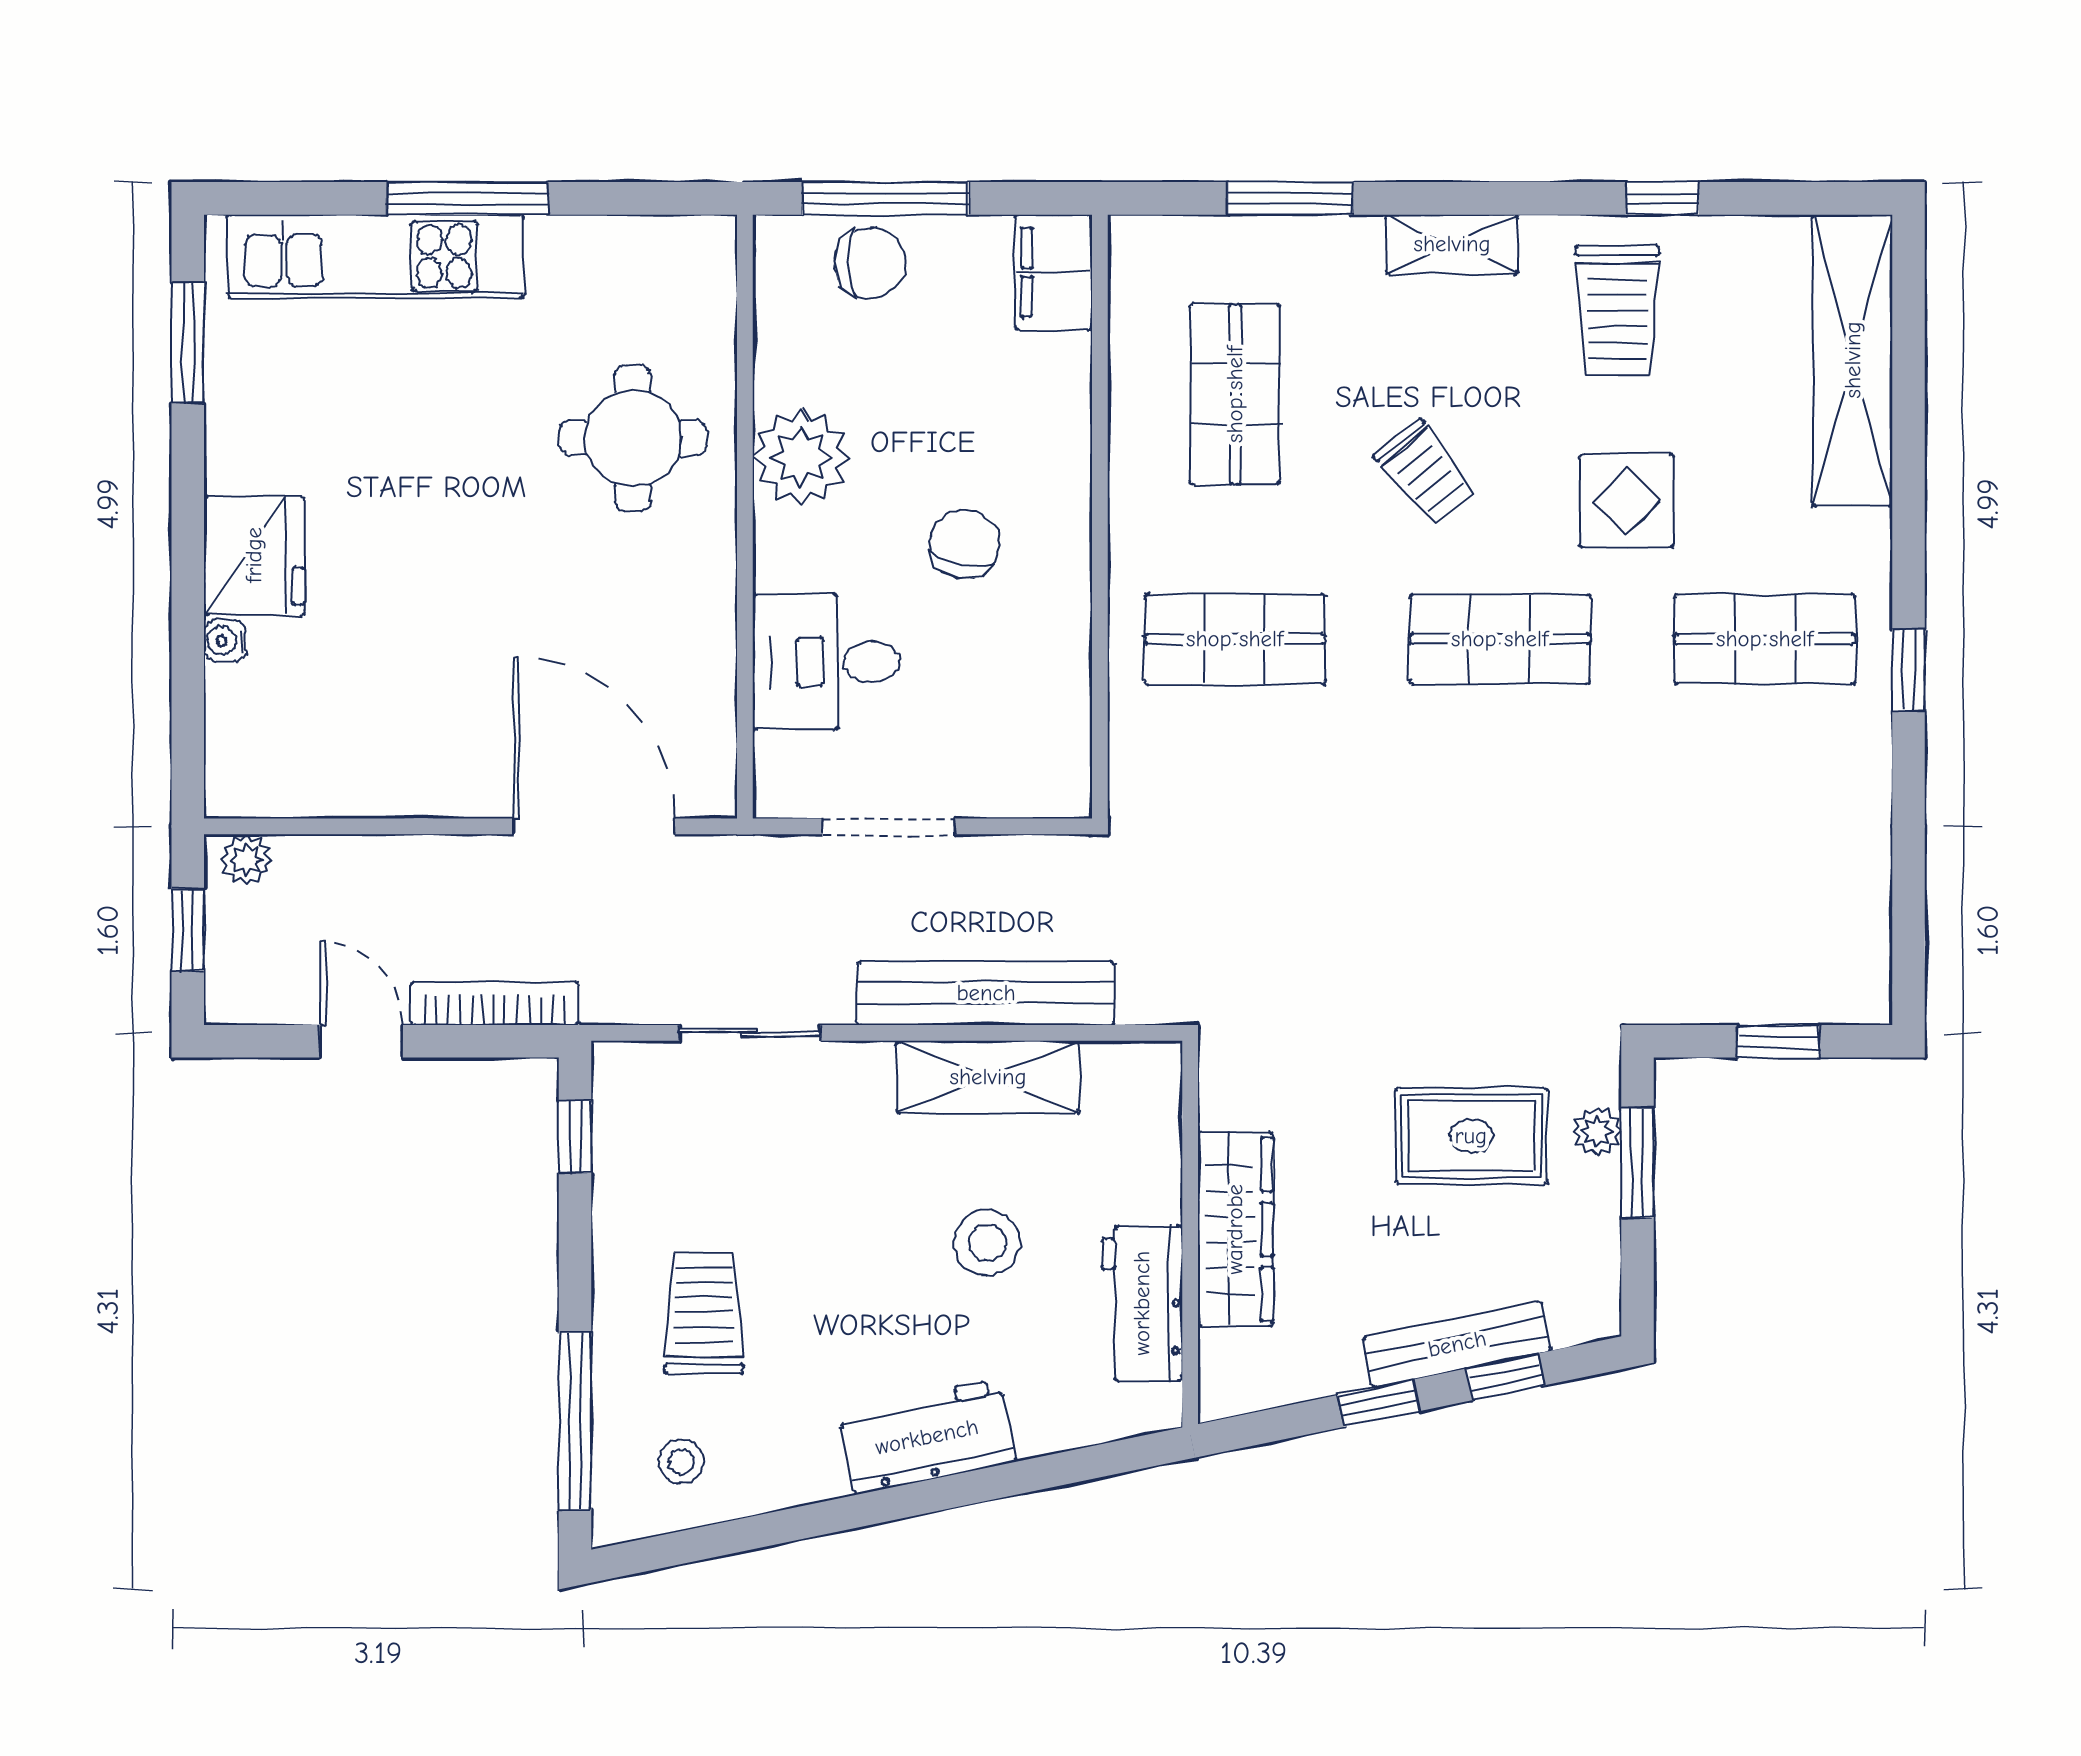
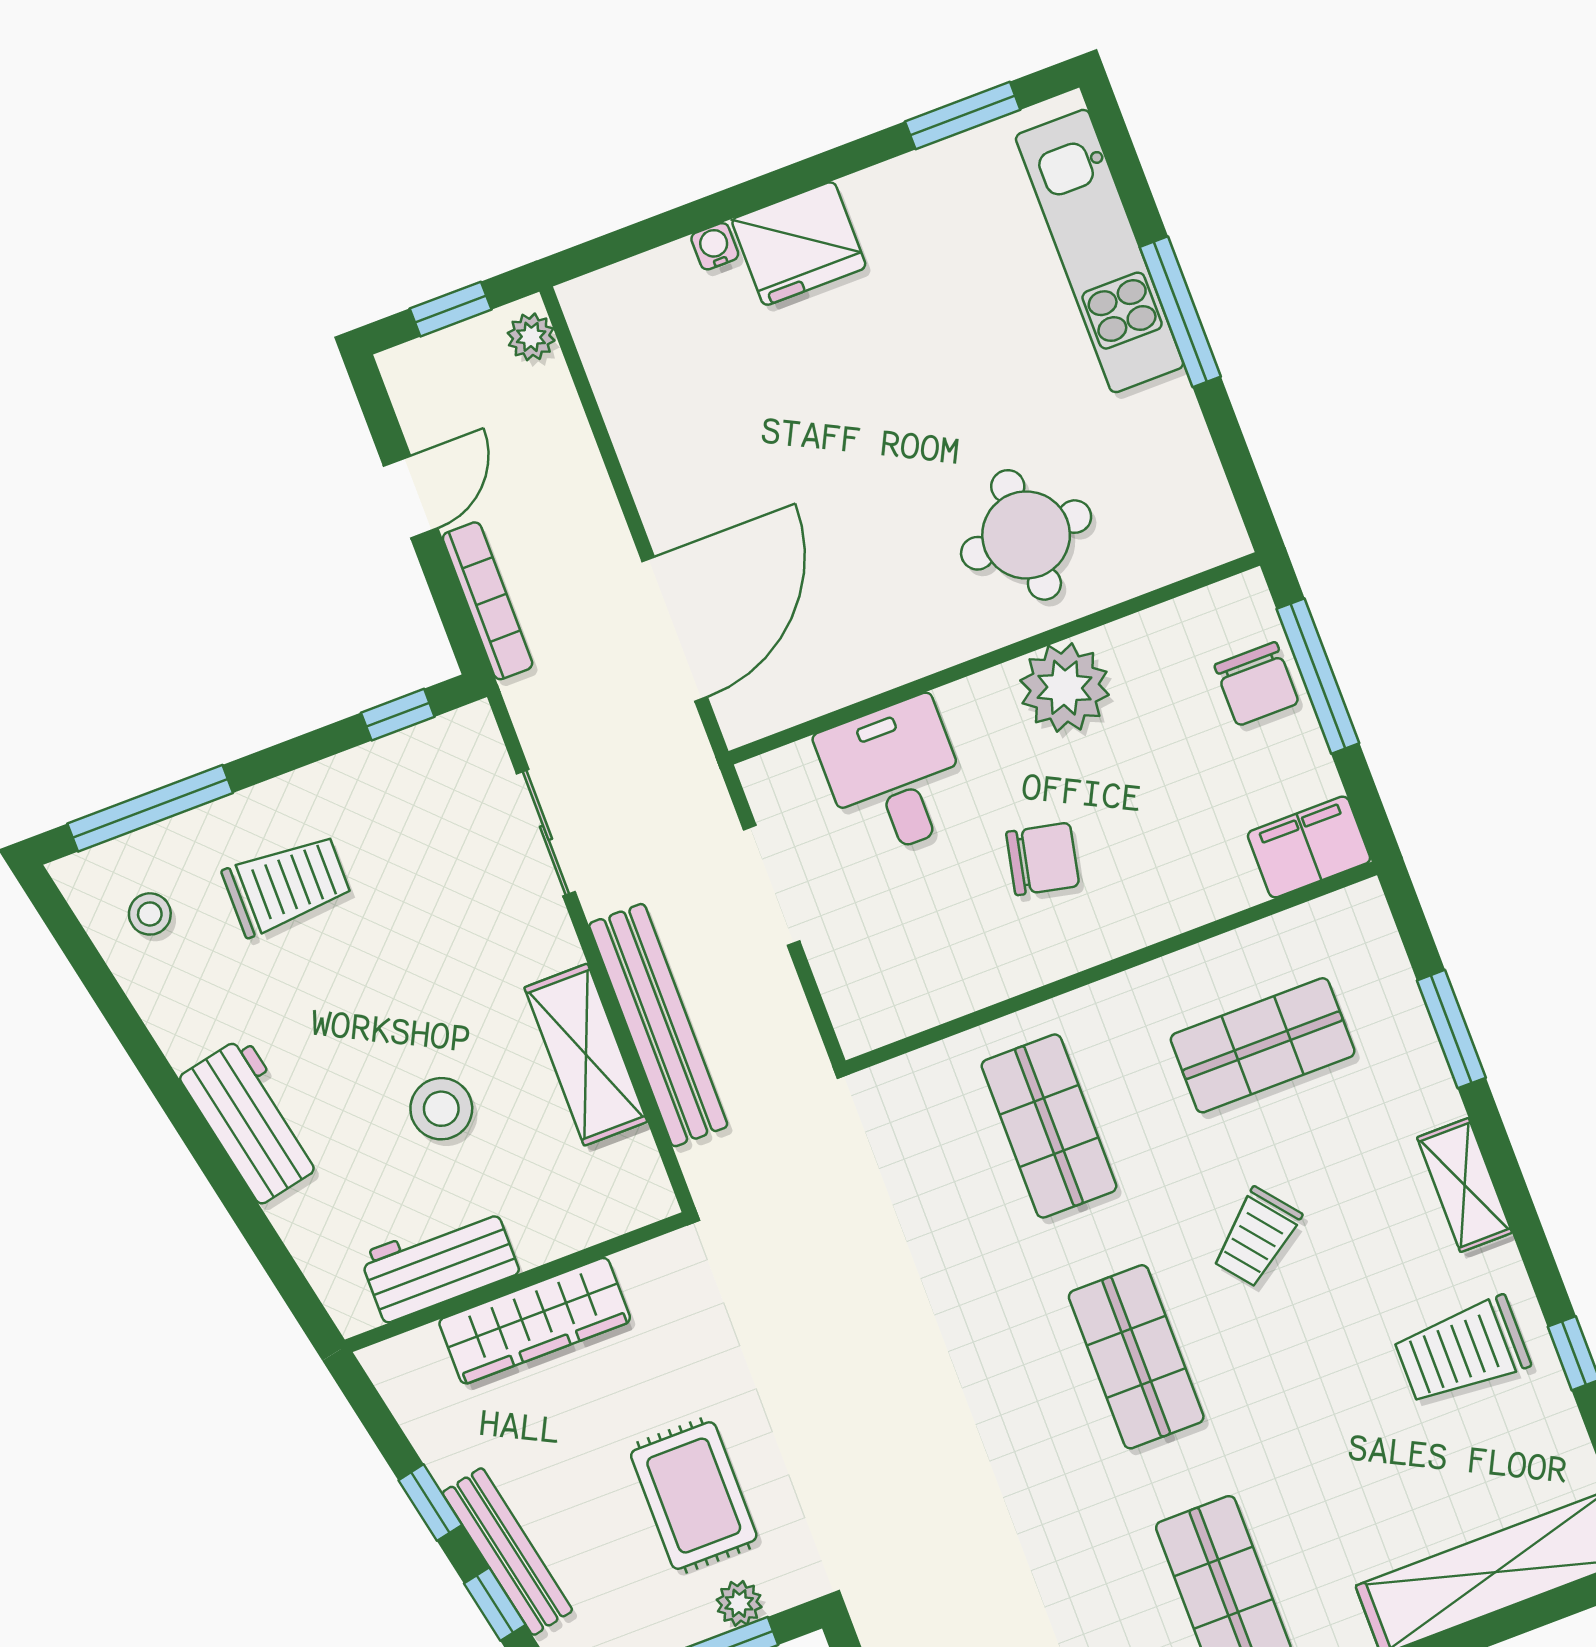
display table: (1627, 501) -> (1298, 1422), removed

